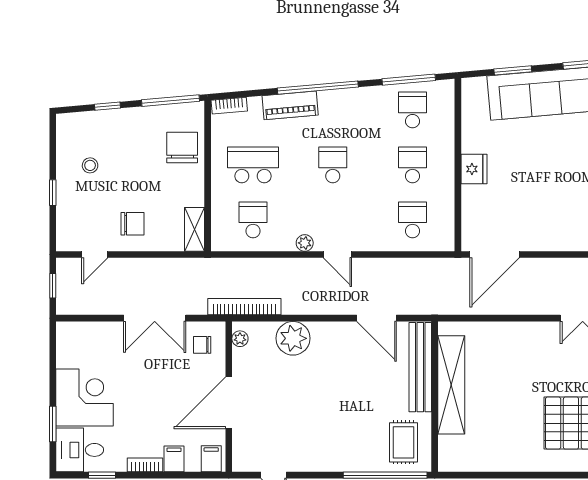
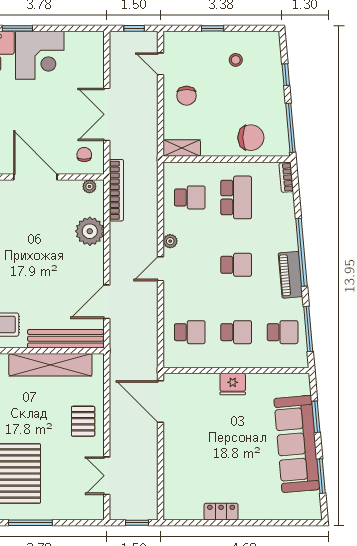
piano: (290, 105) -> (290, 275), moved
pallet: (518, 346) -> (83, 421), added

